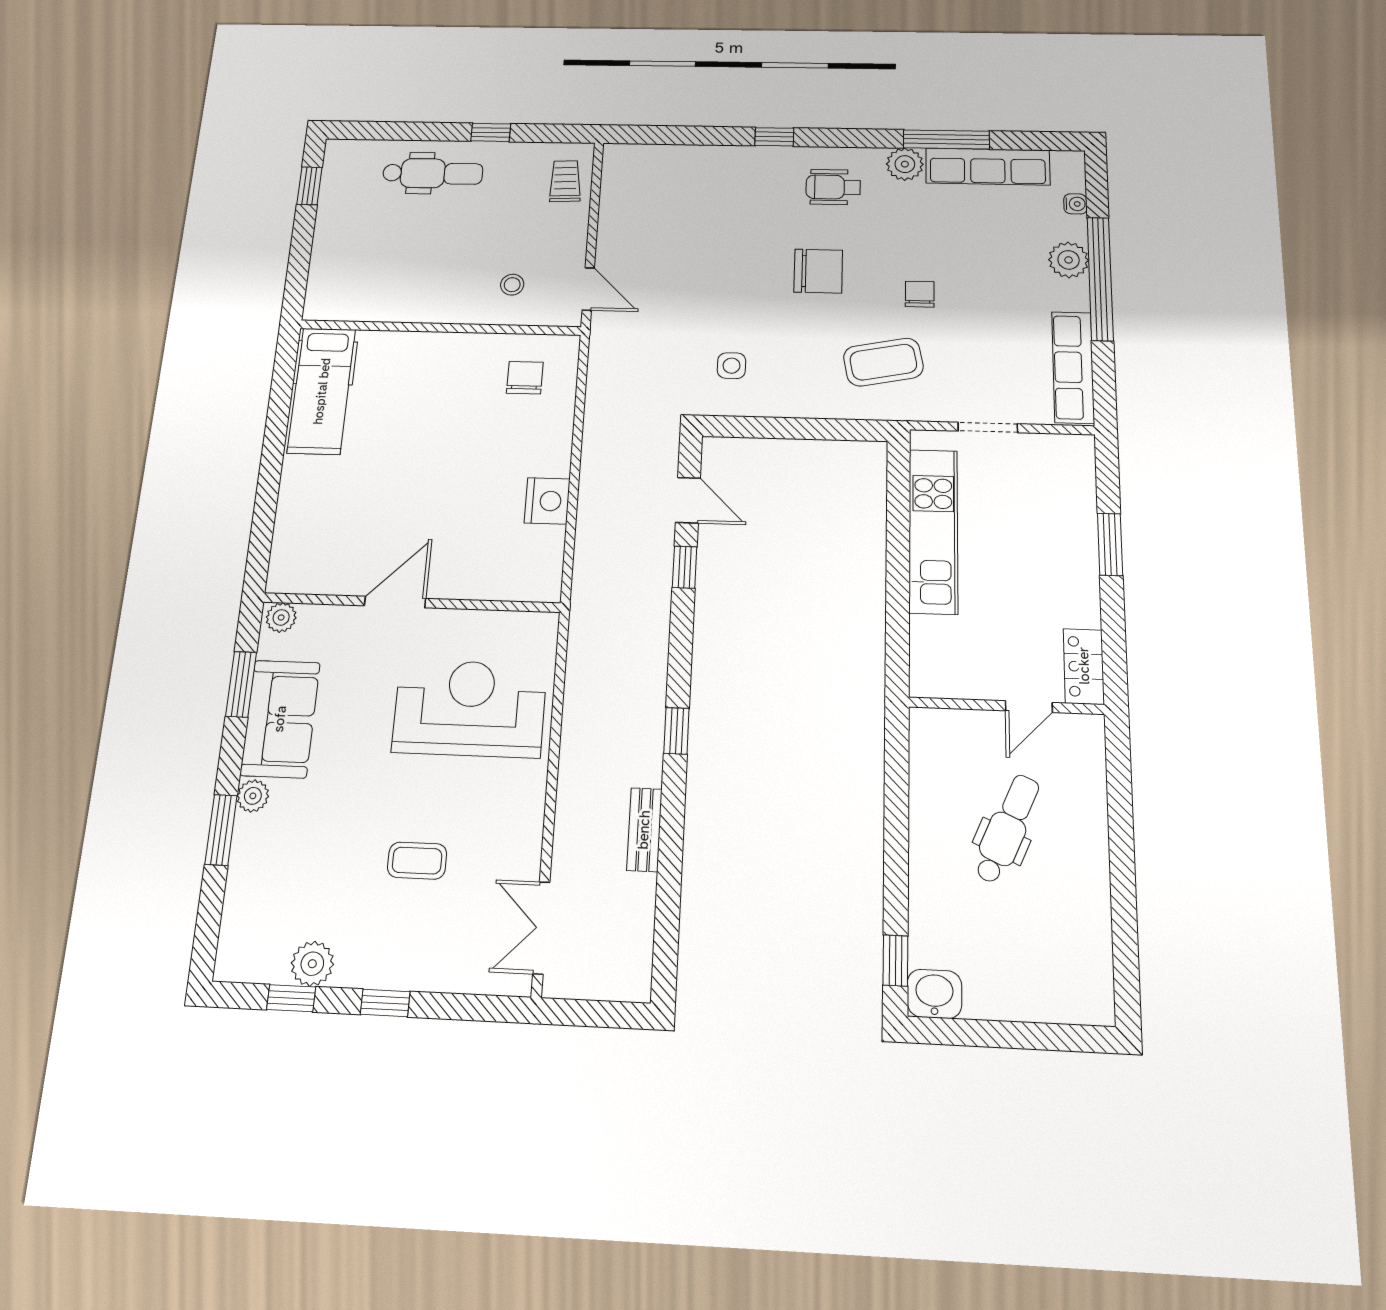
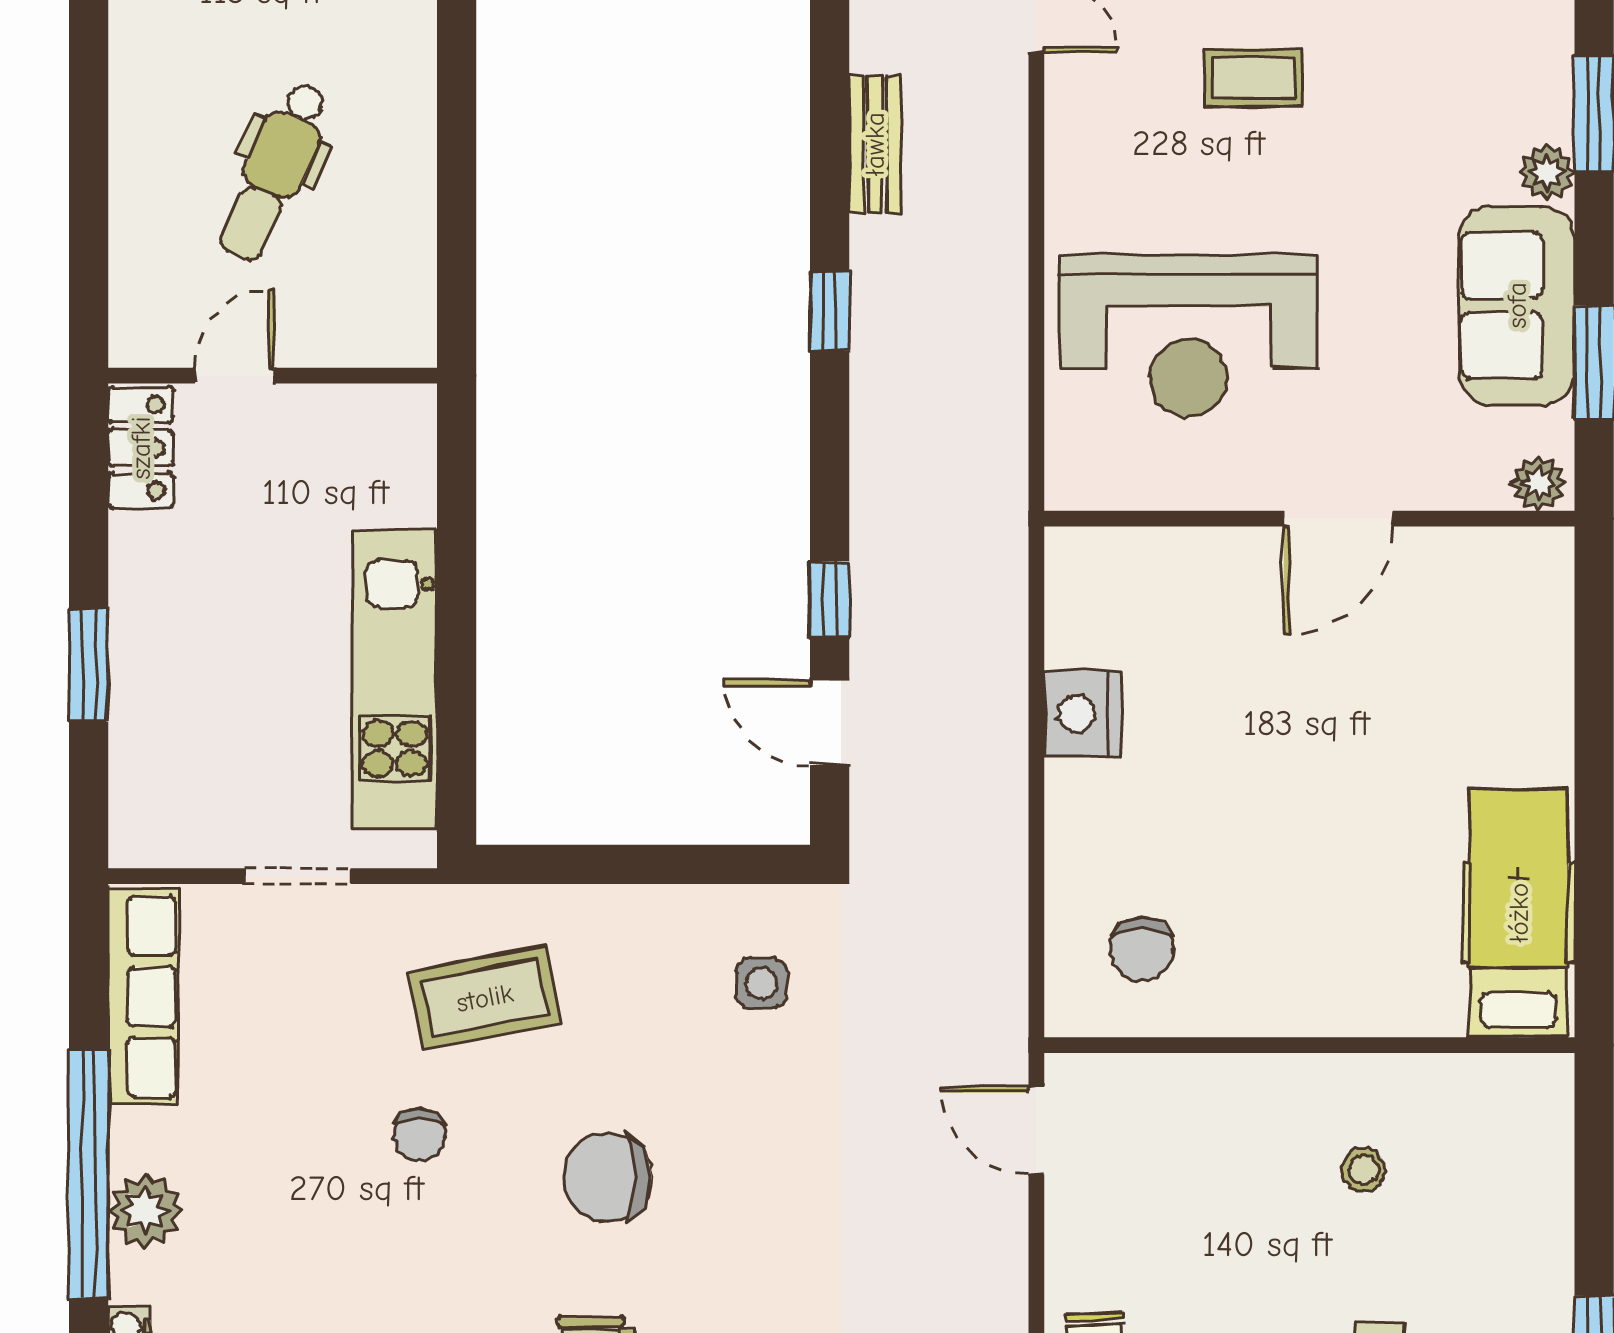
stool: (512, 285) -> (1363, 1170), moved

